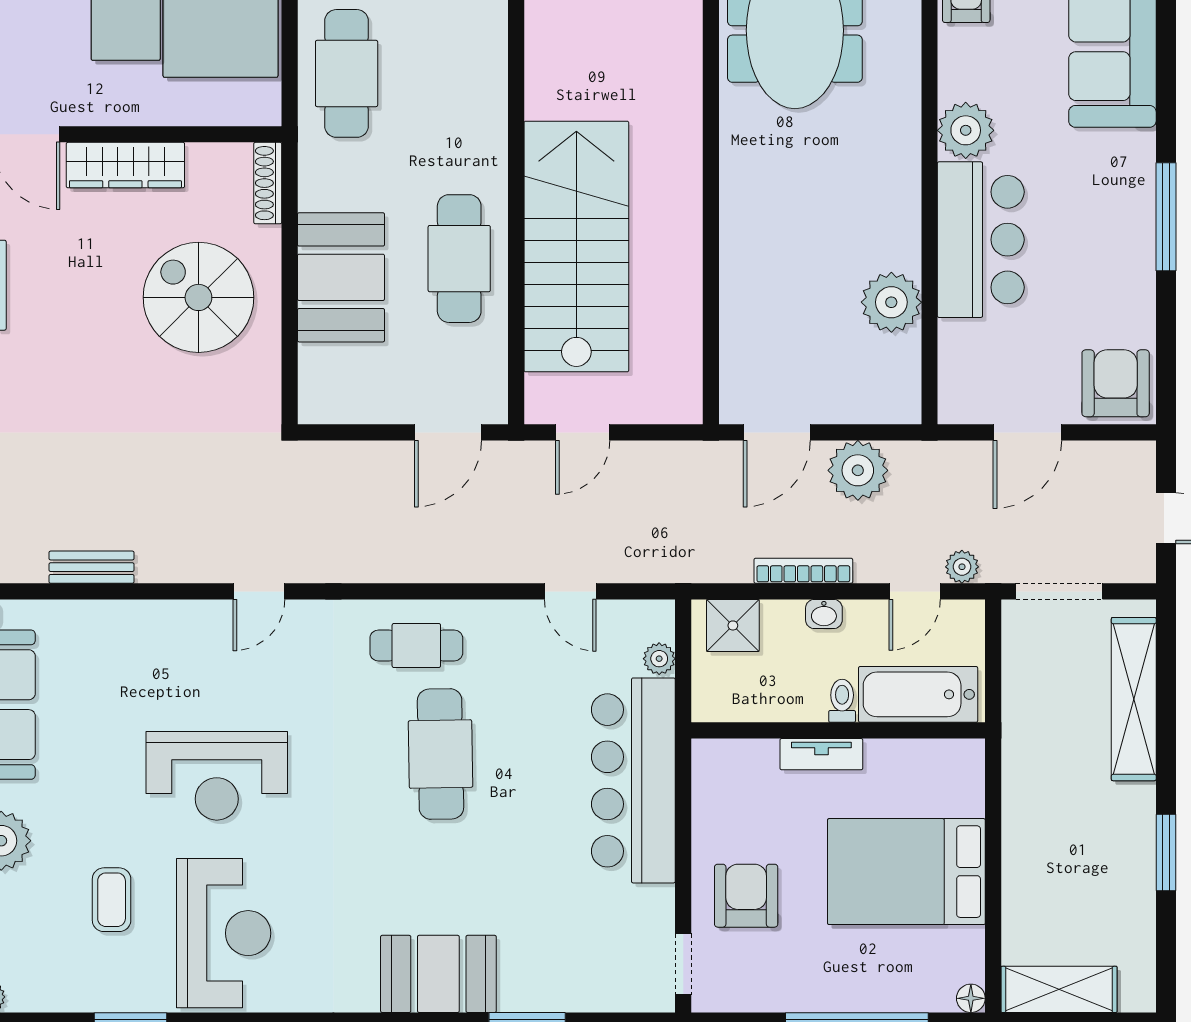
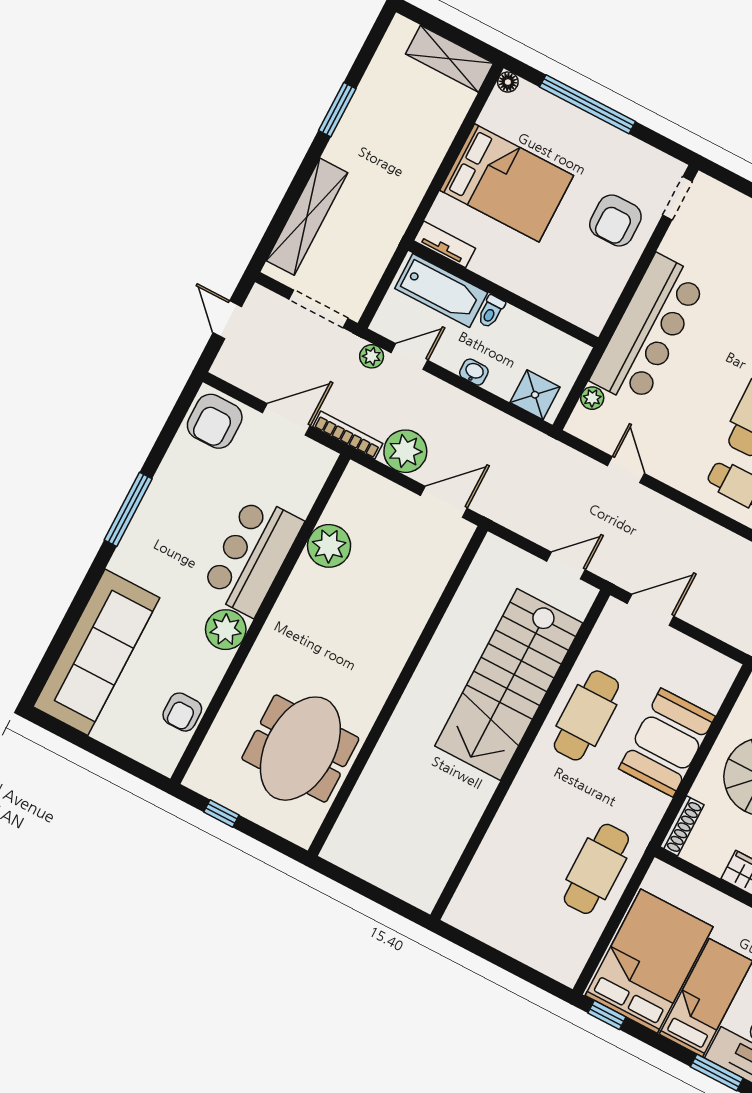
bookcase: (803, 571) -> (348, 435), moved, turned 180
tv unit: (821, 754) -> (445, 244), moved

